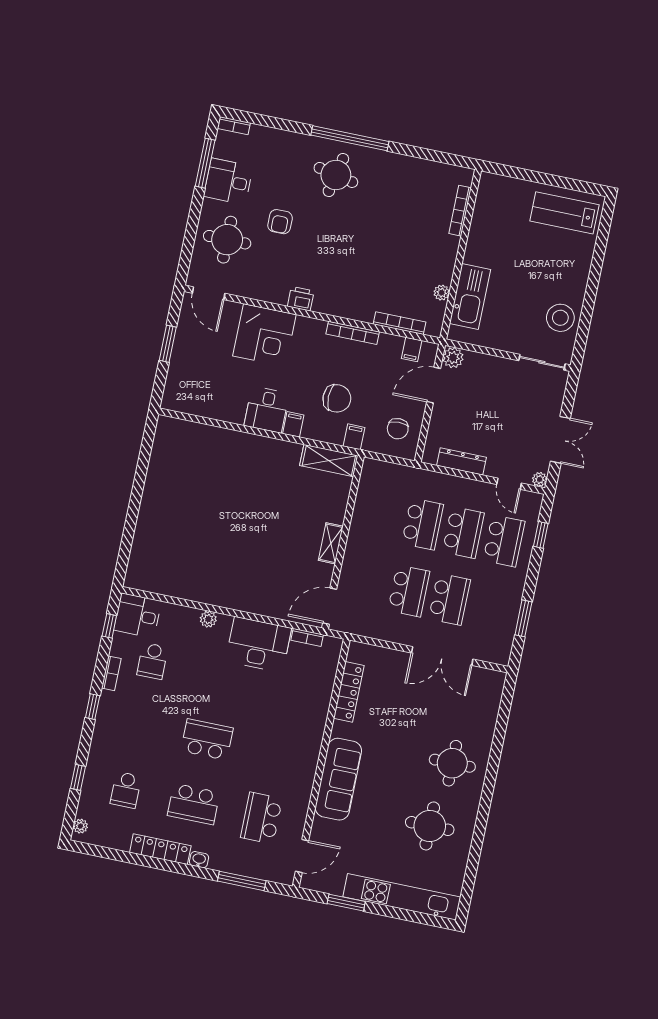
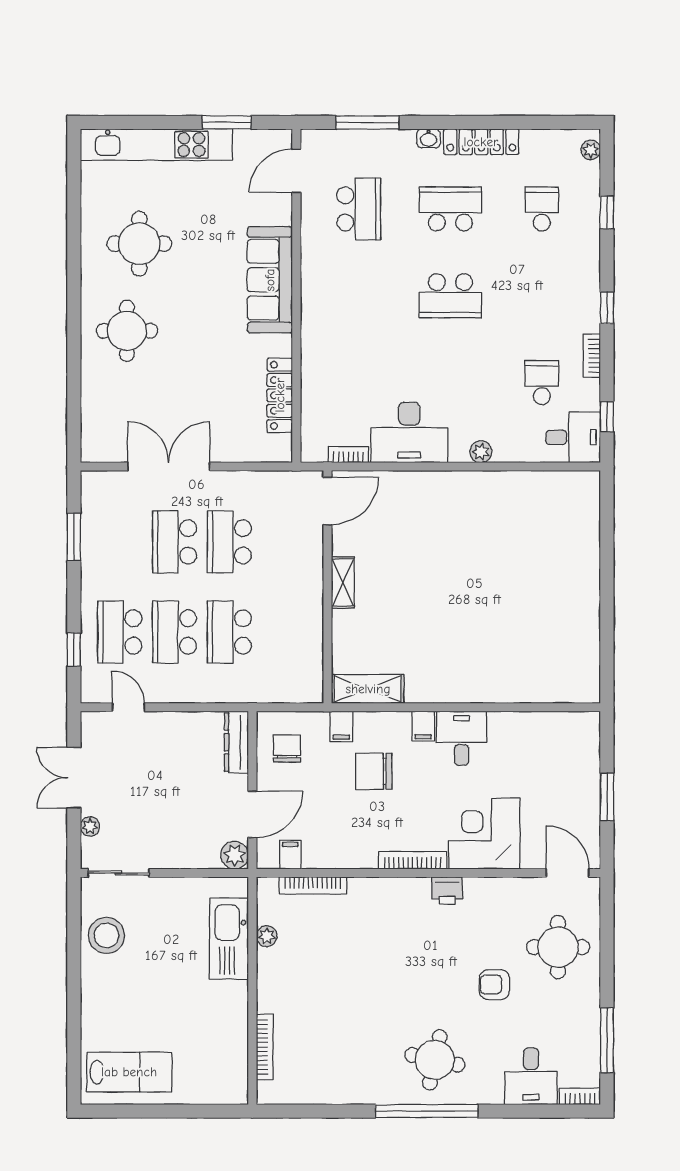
desk: (228, 181) -> (531, 1076), moved, turned 90
armchair: (280, 222) -> (495, 985), turned -90
bookcase: (353, 333) -> (413, 860), moved
dresser: (461, 461) -> (236, 742), moved, turned 90
plant: (540, 479) -> (90, 826), moved

